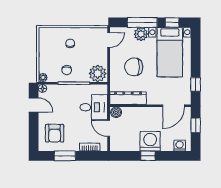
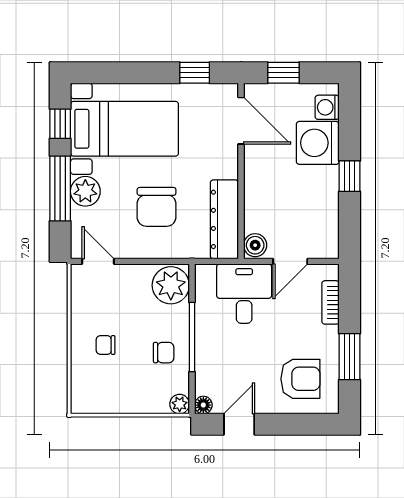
washing machine: (150, 141) -> (318, 143), moved

